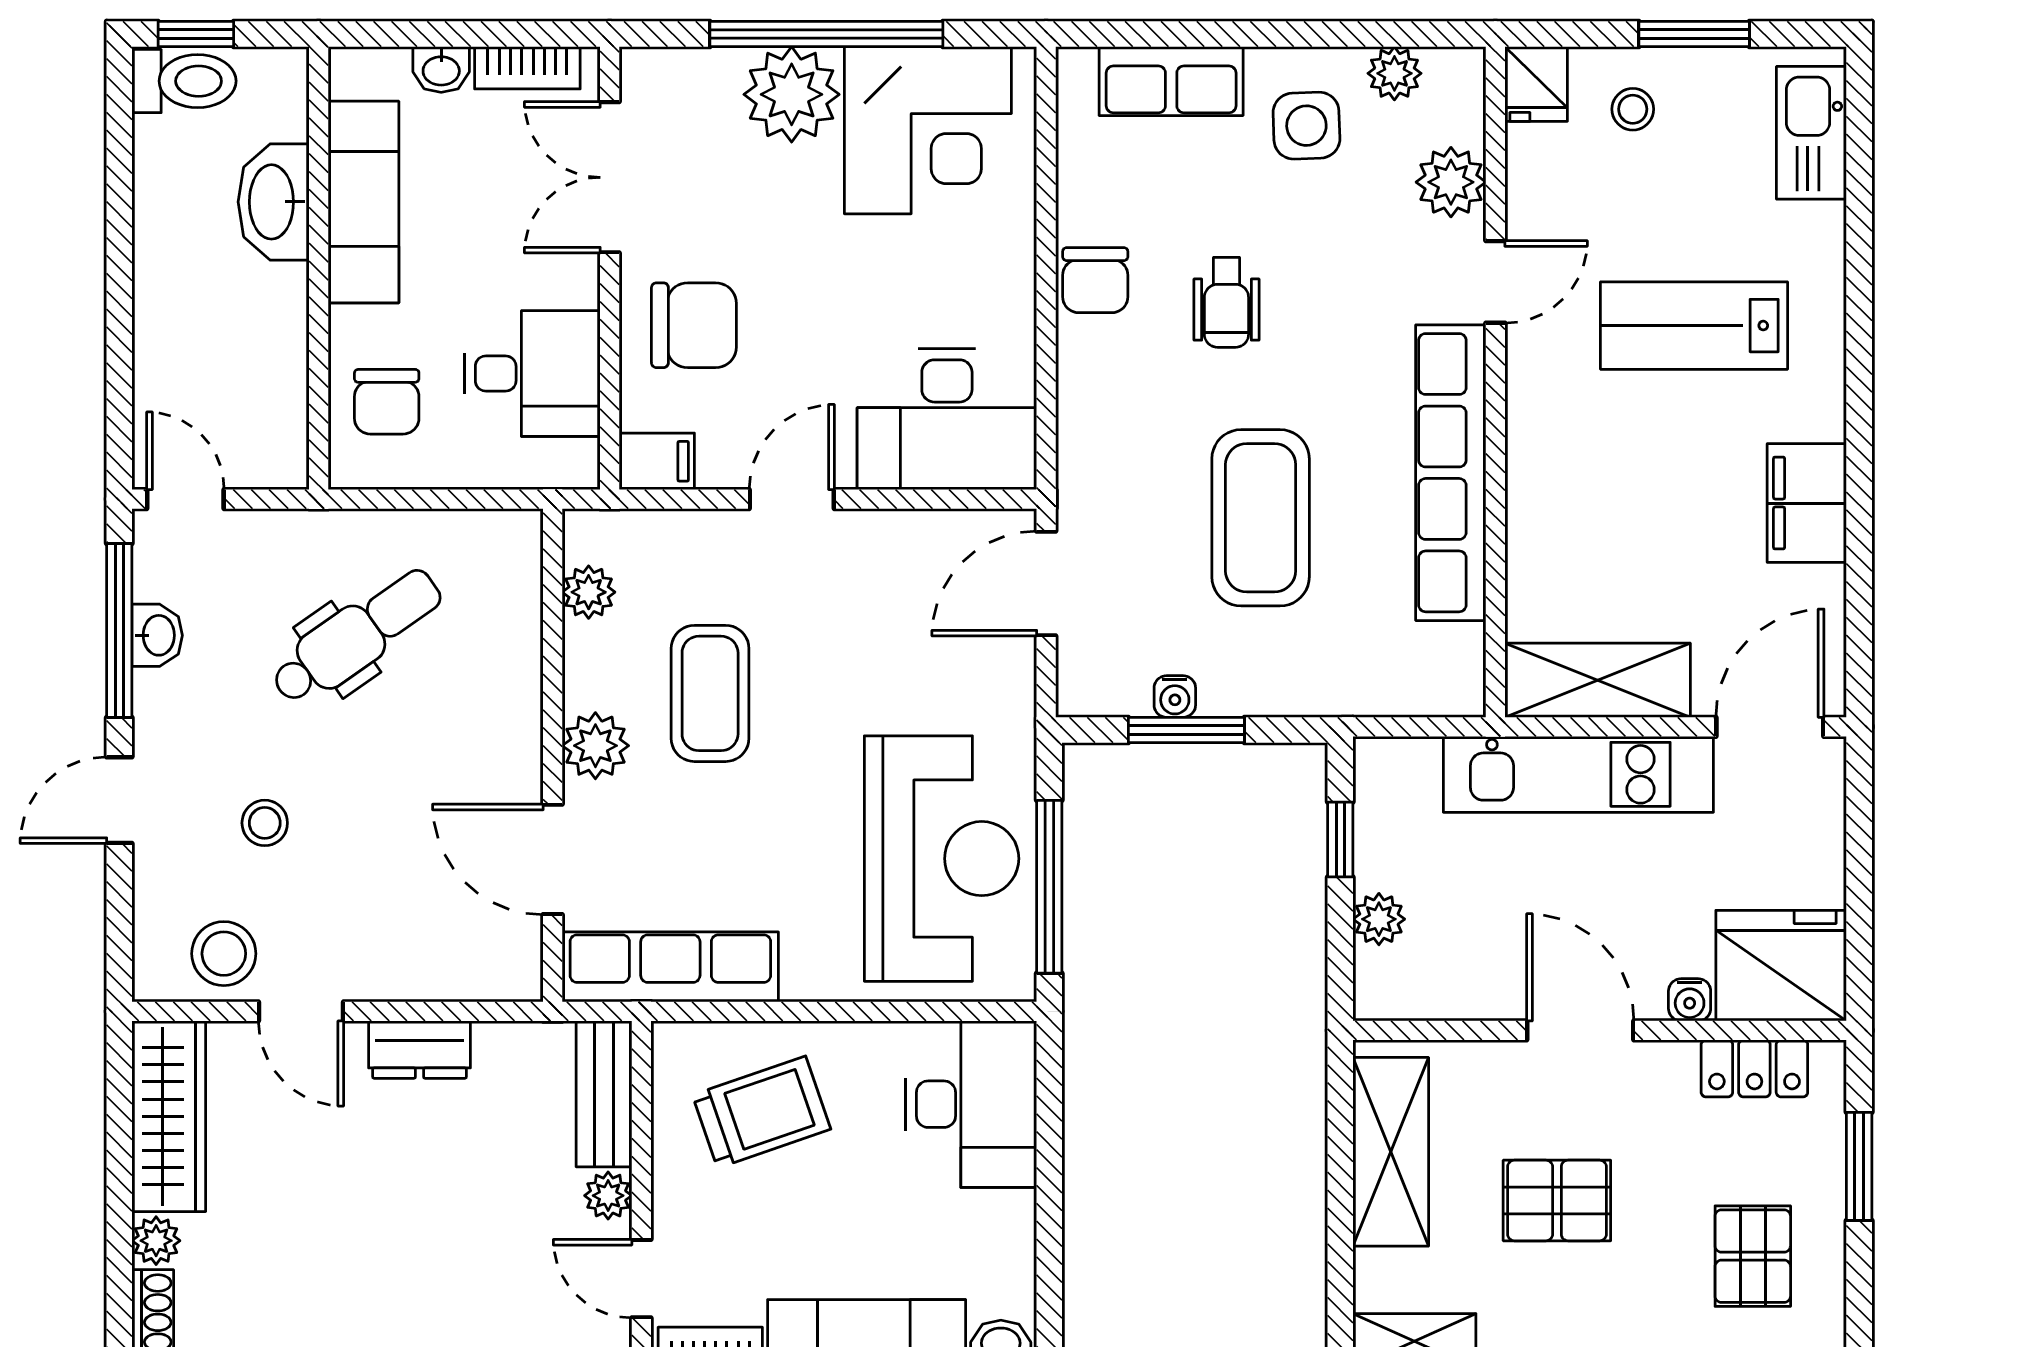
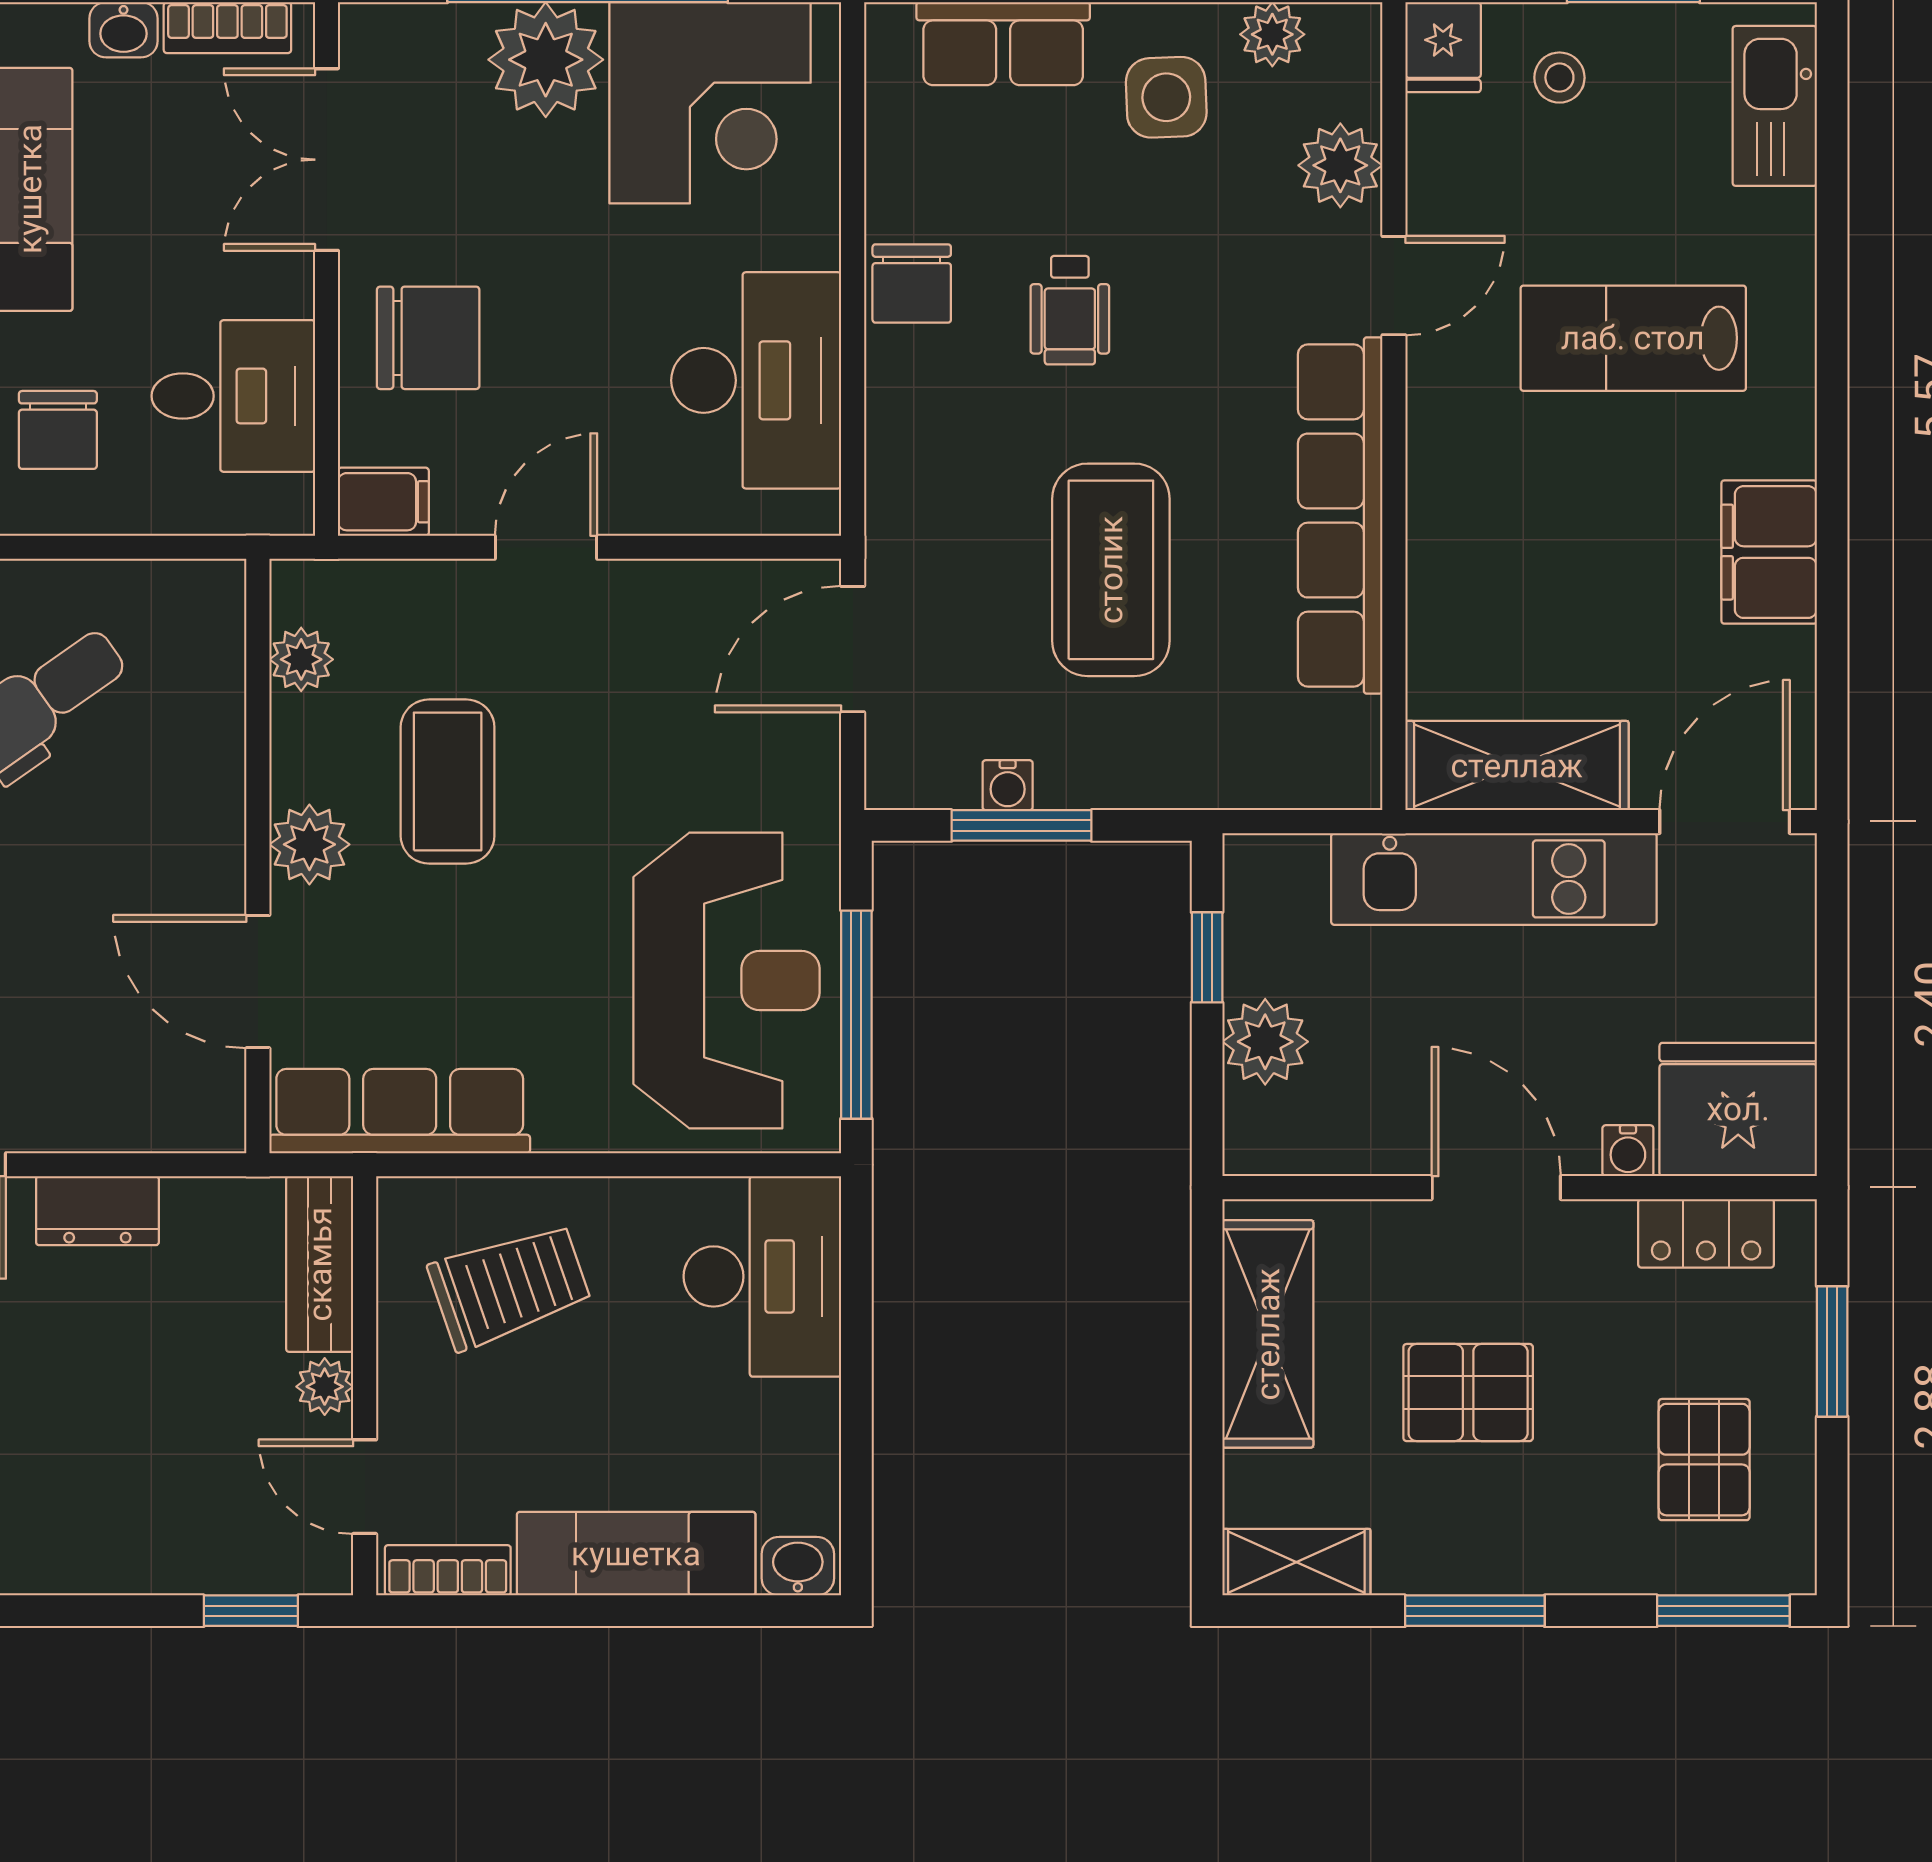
desk: (947, 419) -> (756, 380), moved, turned -90
plant: (1379, 919) -> (1265, 1042), width x1.38, depth x1.38

